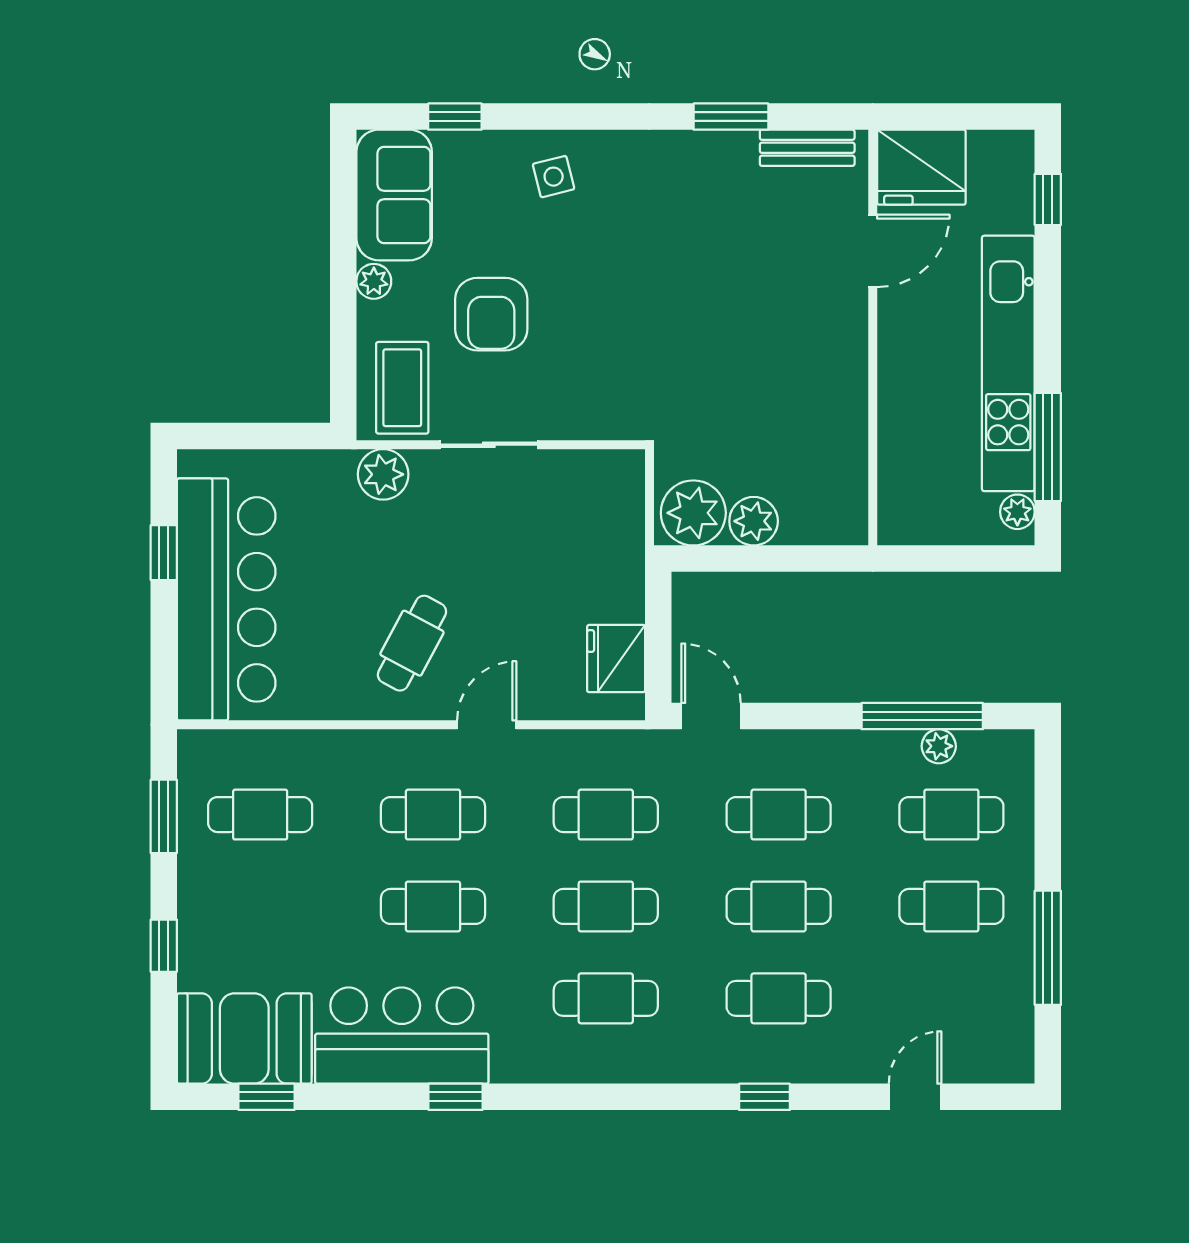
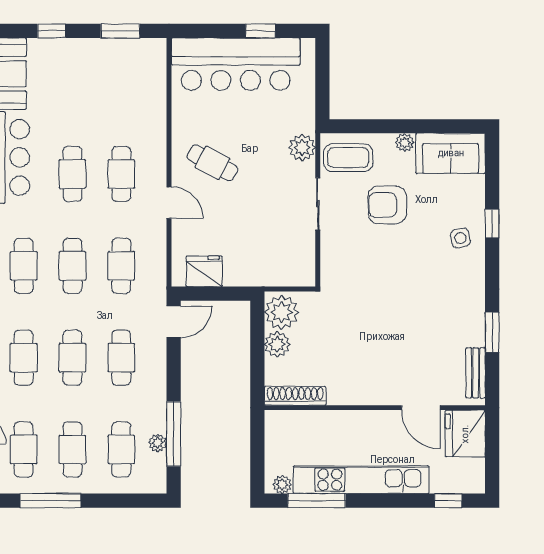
window: (455, 117) -> (492, 224), moved
shoe rack: (850, 487) -> (295, 396), added
cafe table: (260, 815) -> (24, 449), moved

